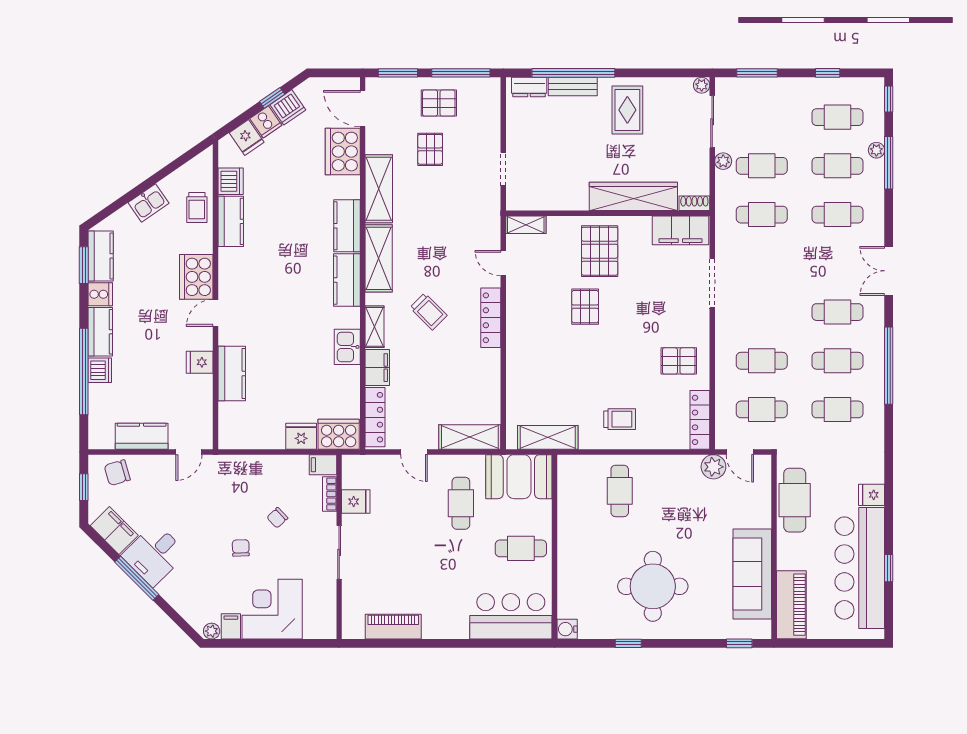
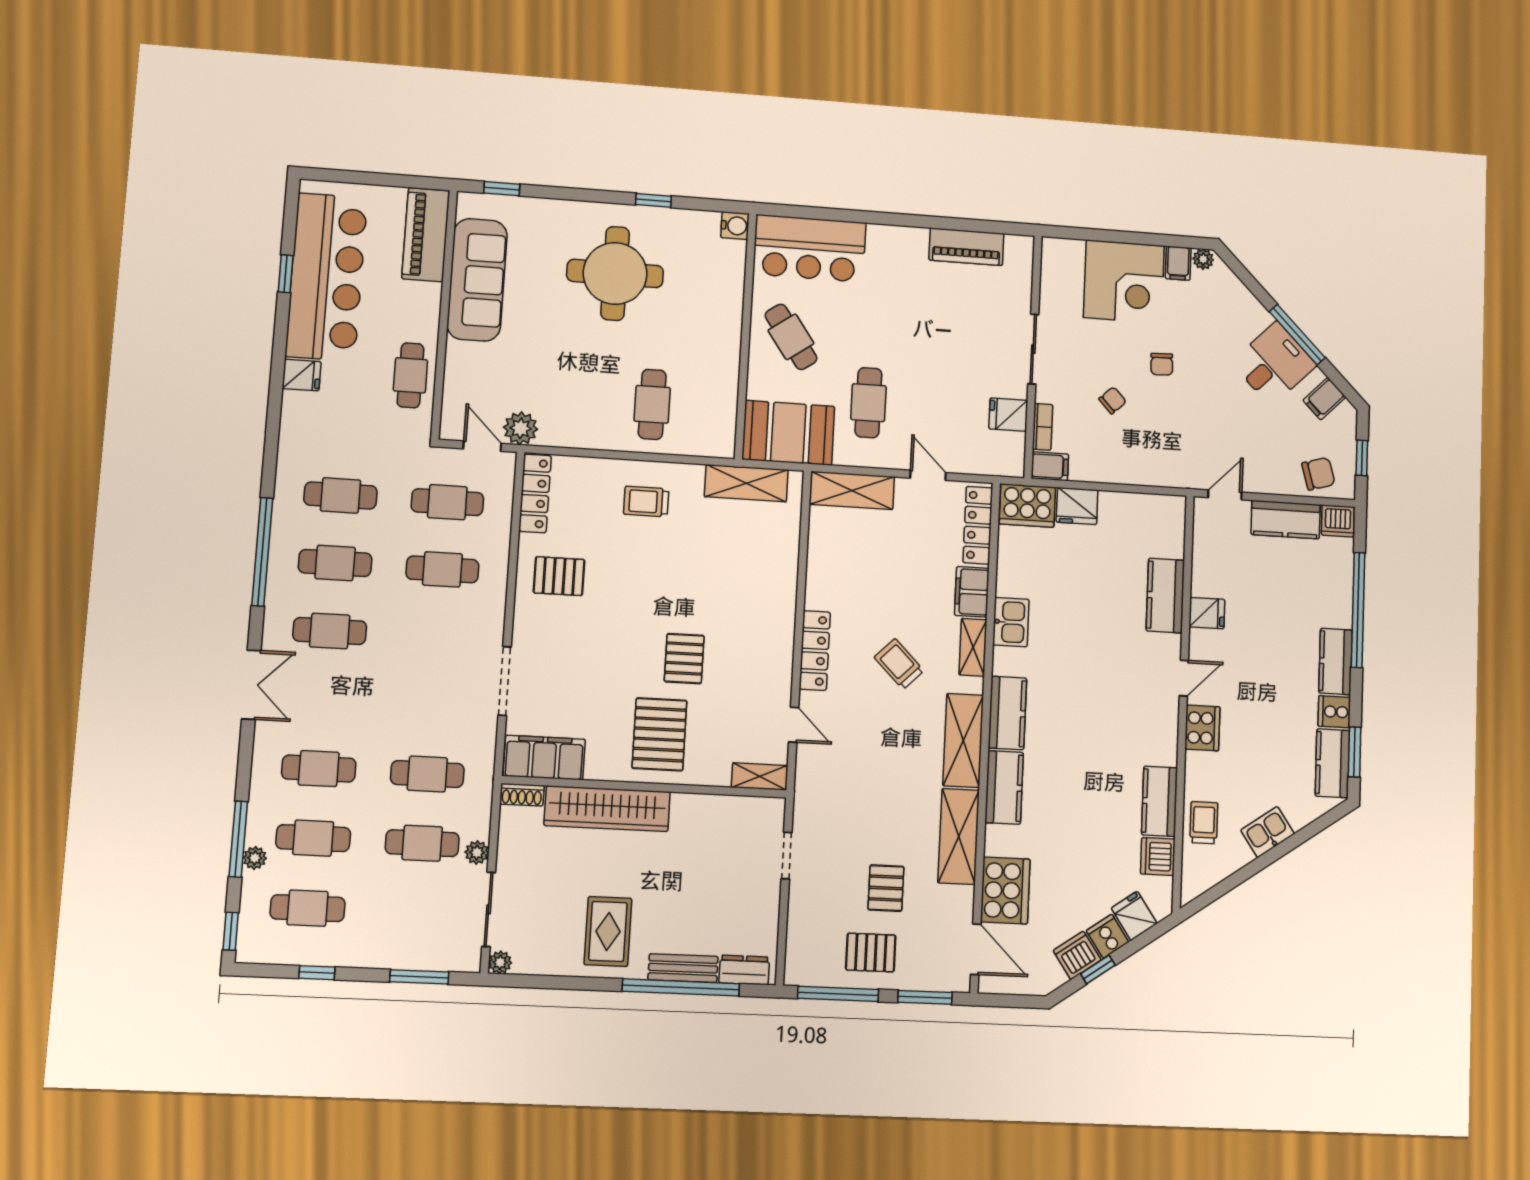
cooker: (196, 277) -> (1202, 728), width x0.73, depth x0.76
dishwasher: (100, 370) -> (1338, 521), moved, turned -90
cafe table: (795, 500) -> (410, 375), width x0.73, depth x0.74
filing cabinet: (114, 530) -> (1324, 399), width x0.50
cafe table: (521, 548) -> (791, 337), turned 55

